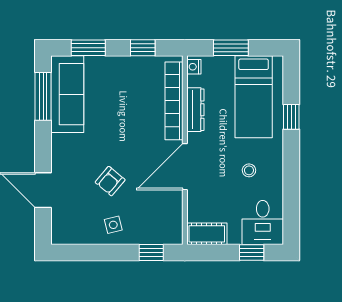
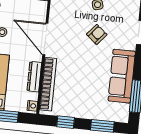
sofa: (67, 94) -> (122, 76), moved
door: (185, 167) -> (45, 39), swing flipped

